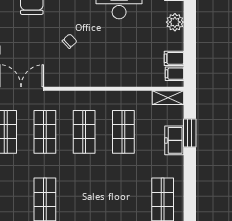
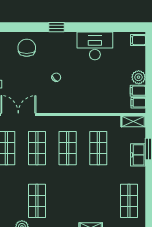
plant: (175, 22) -> (139, 77), moved

